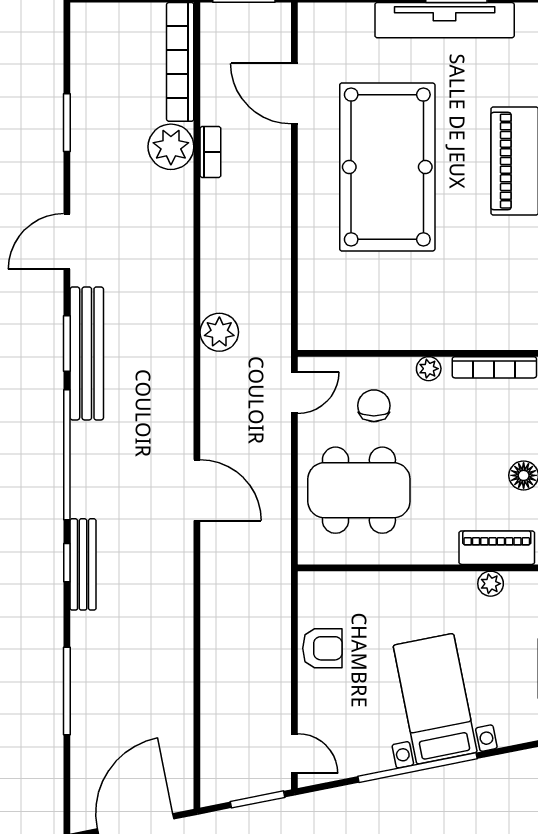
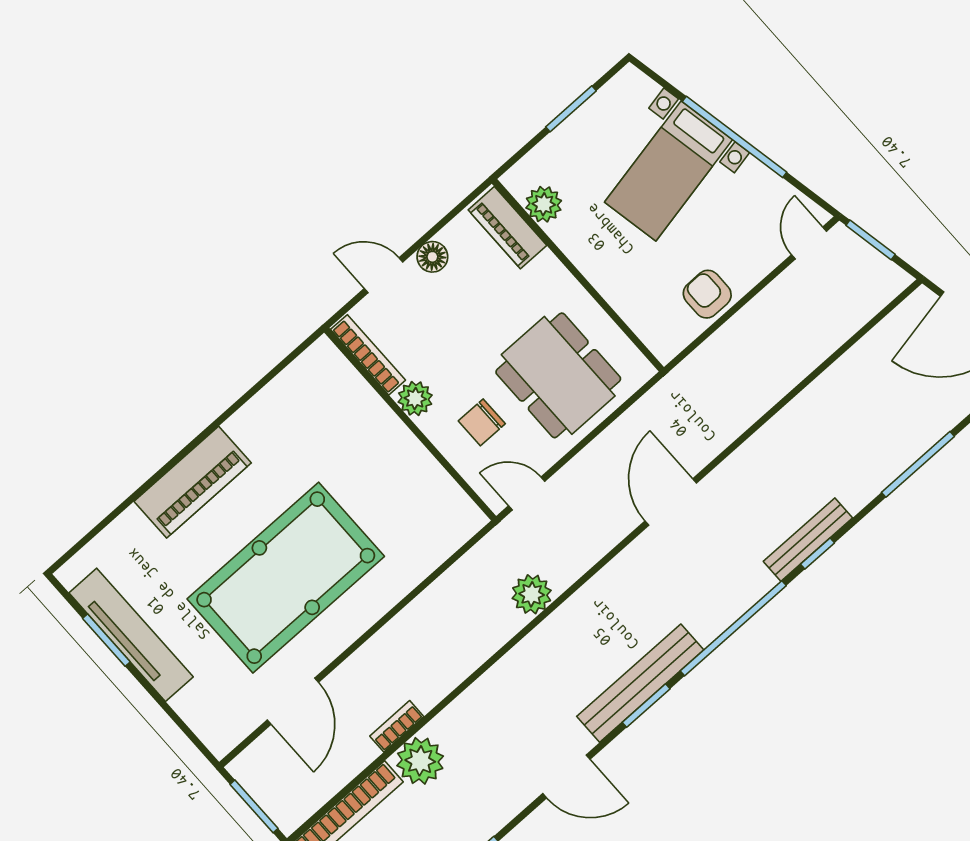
plant: (429, 369) -> (415, 399), width x1.38, depth x1.38
plant: (491, 584) -> (544, 204), width x1.38, depth x1.38

